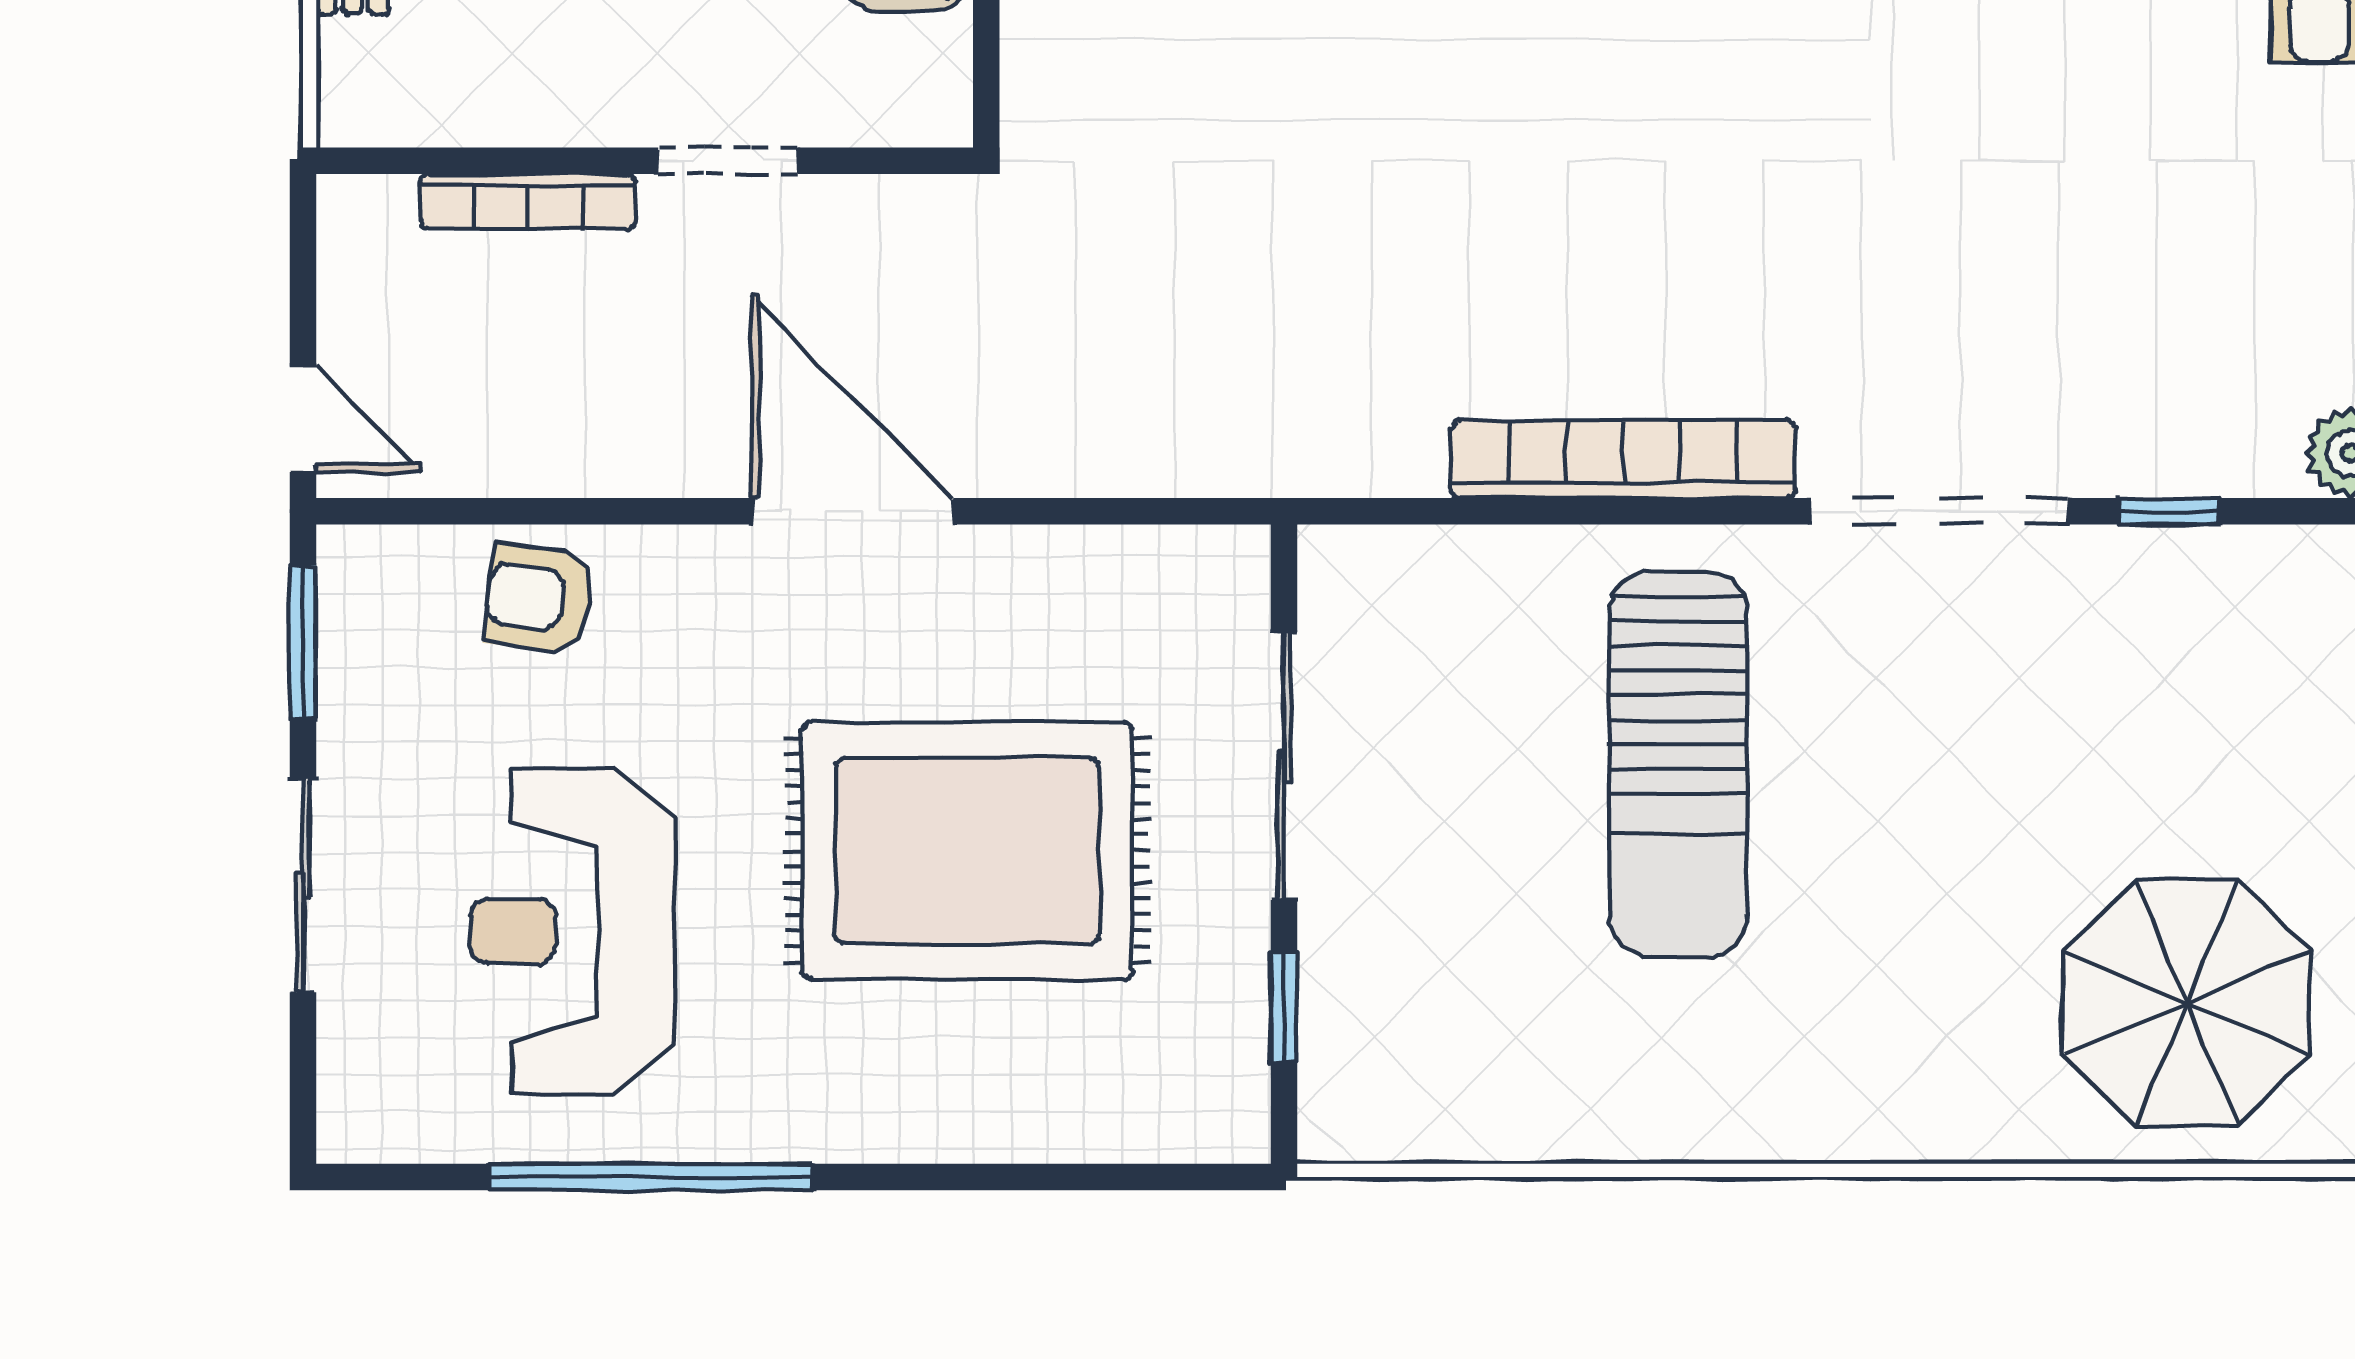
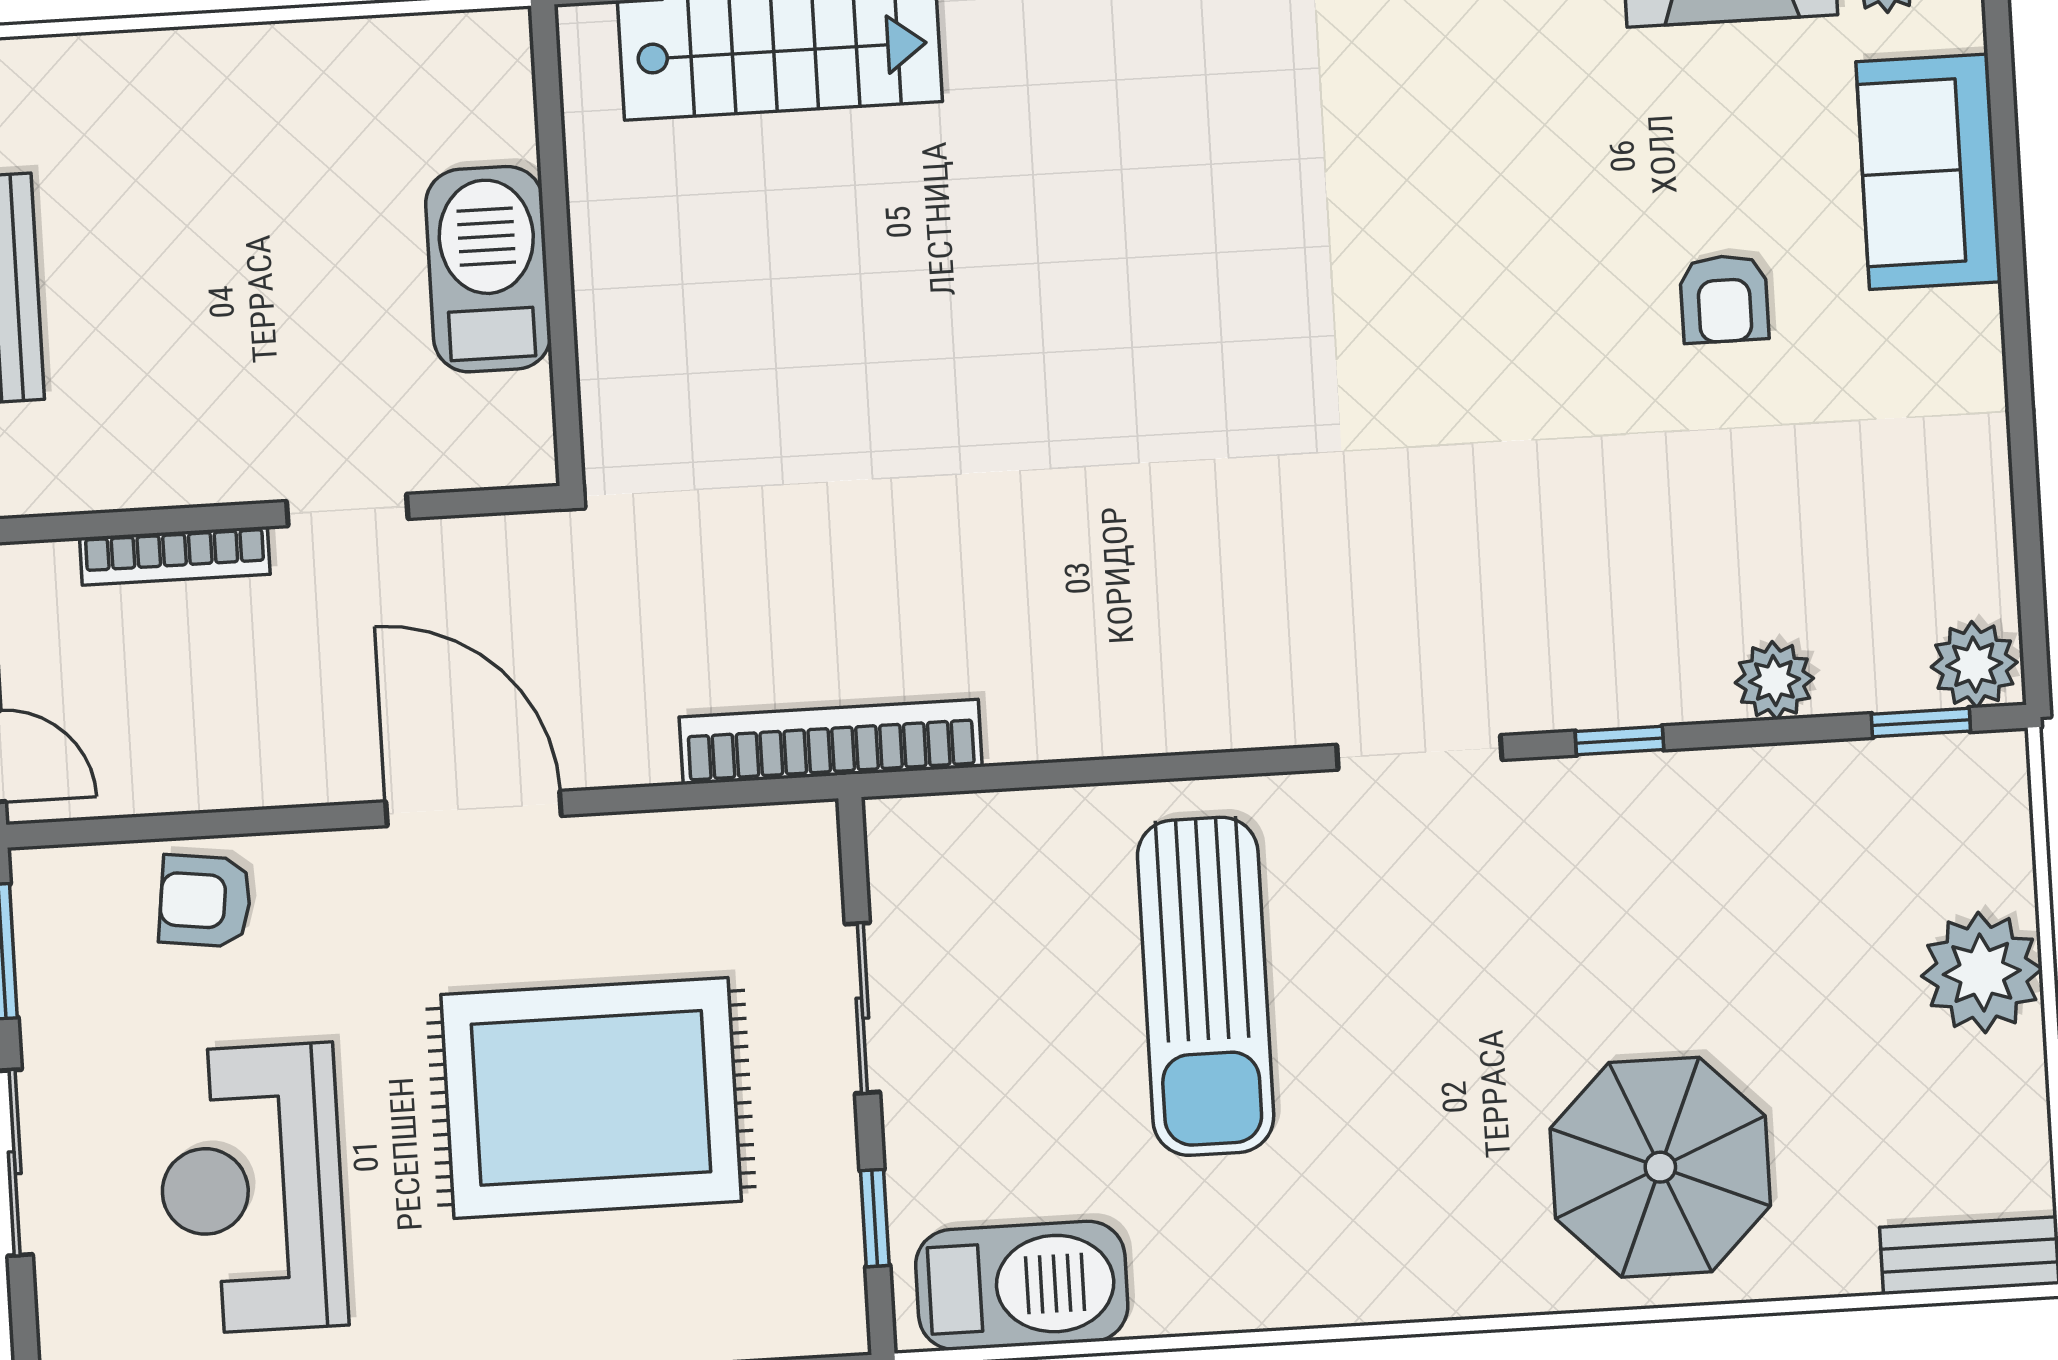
bookcase: (1623, 459) -> (831, 742), moved
doorway: (1939, 511) -> (1419, 752), width x0.73
sliding door: (1284, 766) -> (862, 1008), width x0.73
barbecue: (1448, 1095) -> (1022, 1286), added

